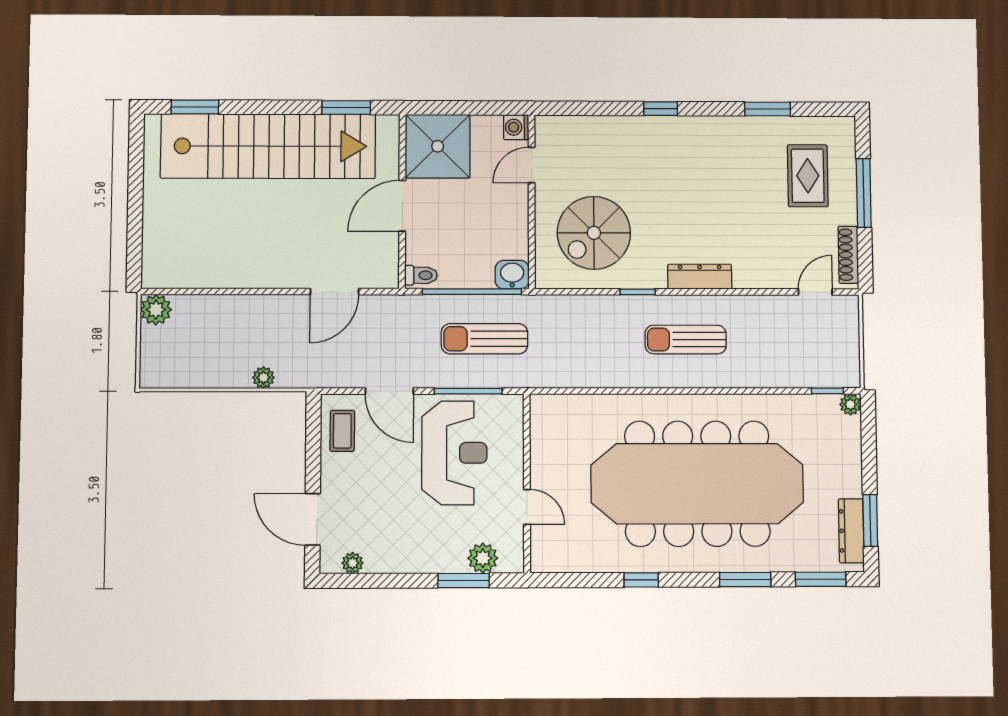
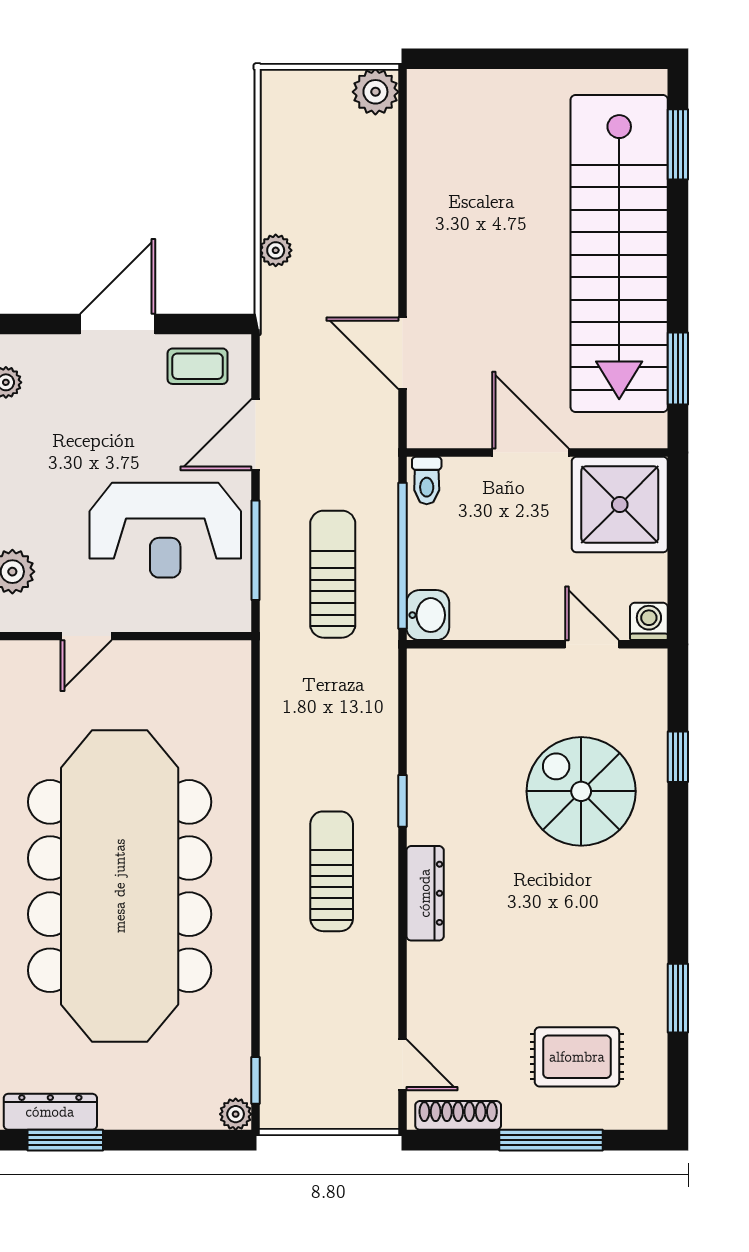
window: (661, 109) -> (678, 757), moved
spiral stairs: (594, 233) -> (581, 791), moved
door: (313, 519) -> (118, 324), moved

